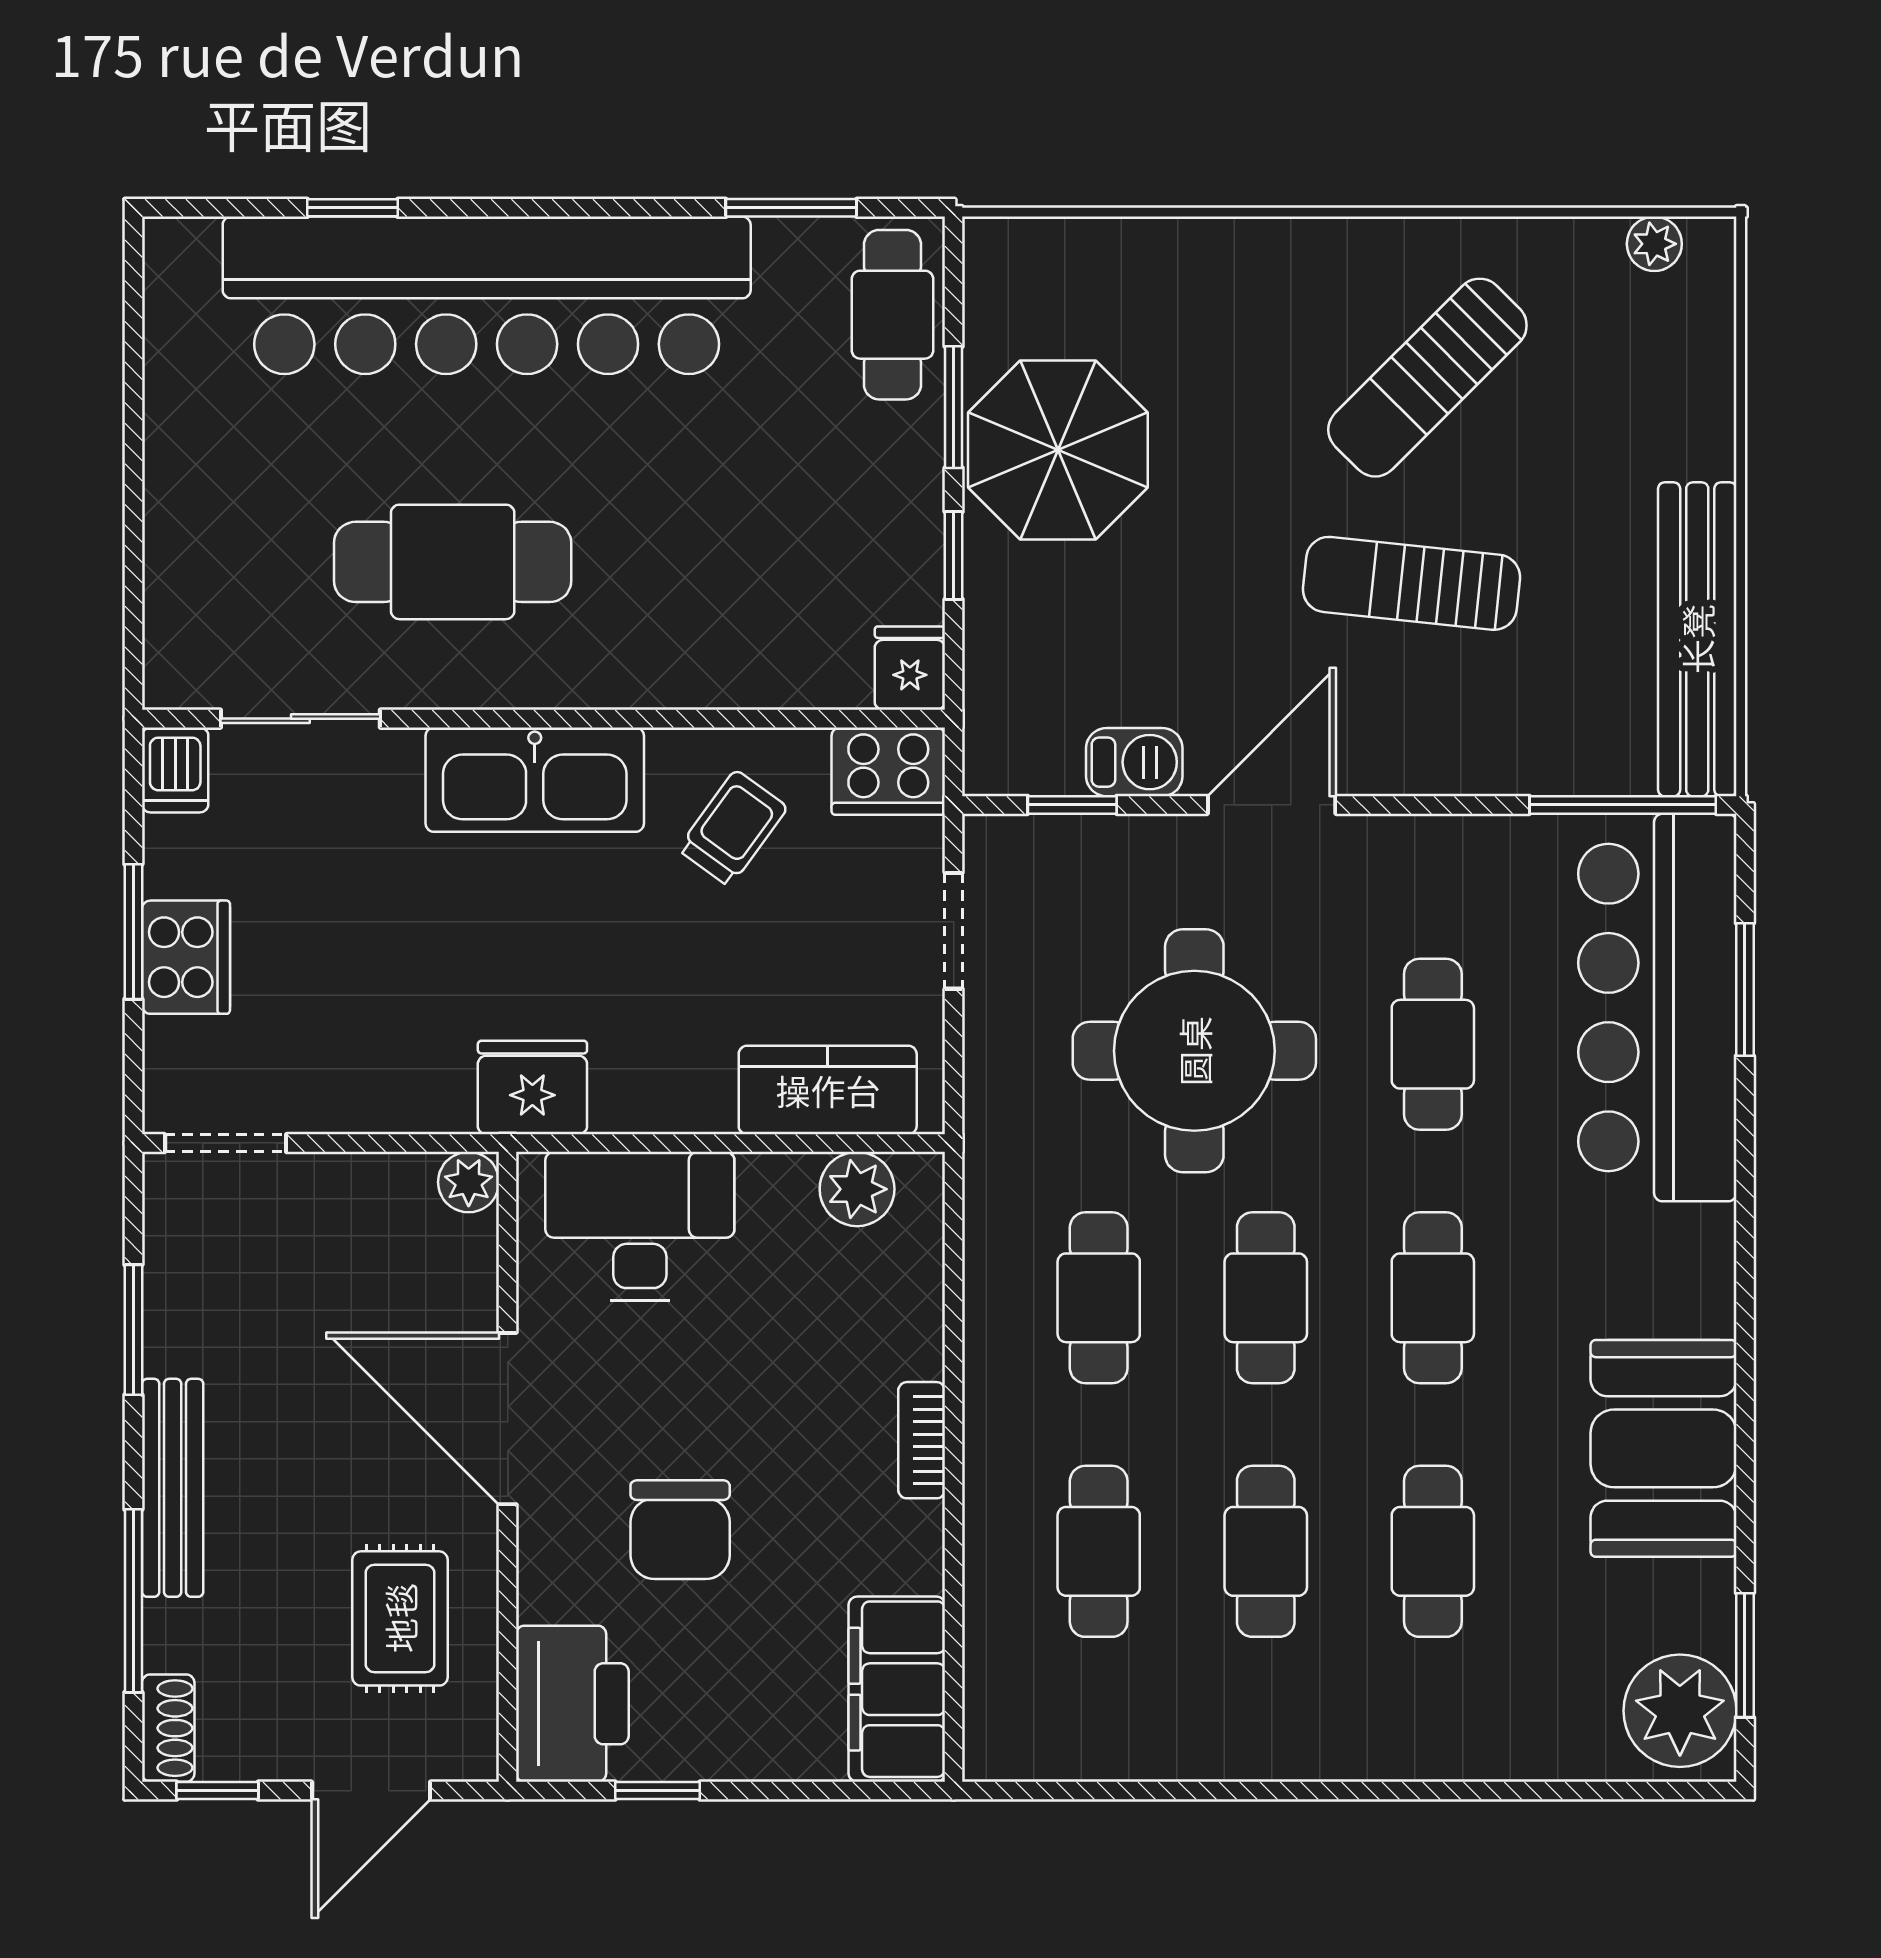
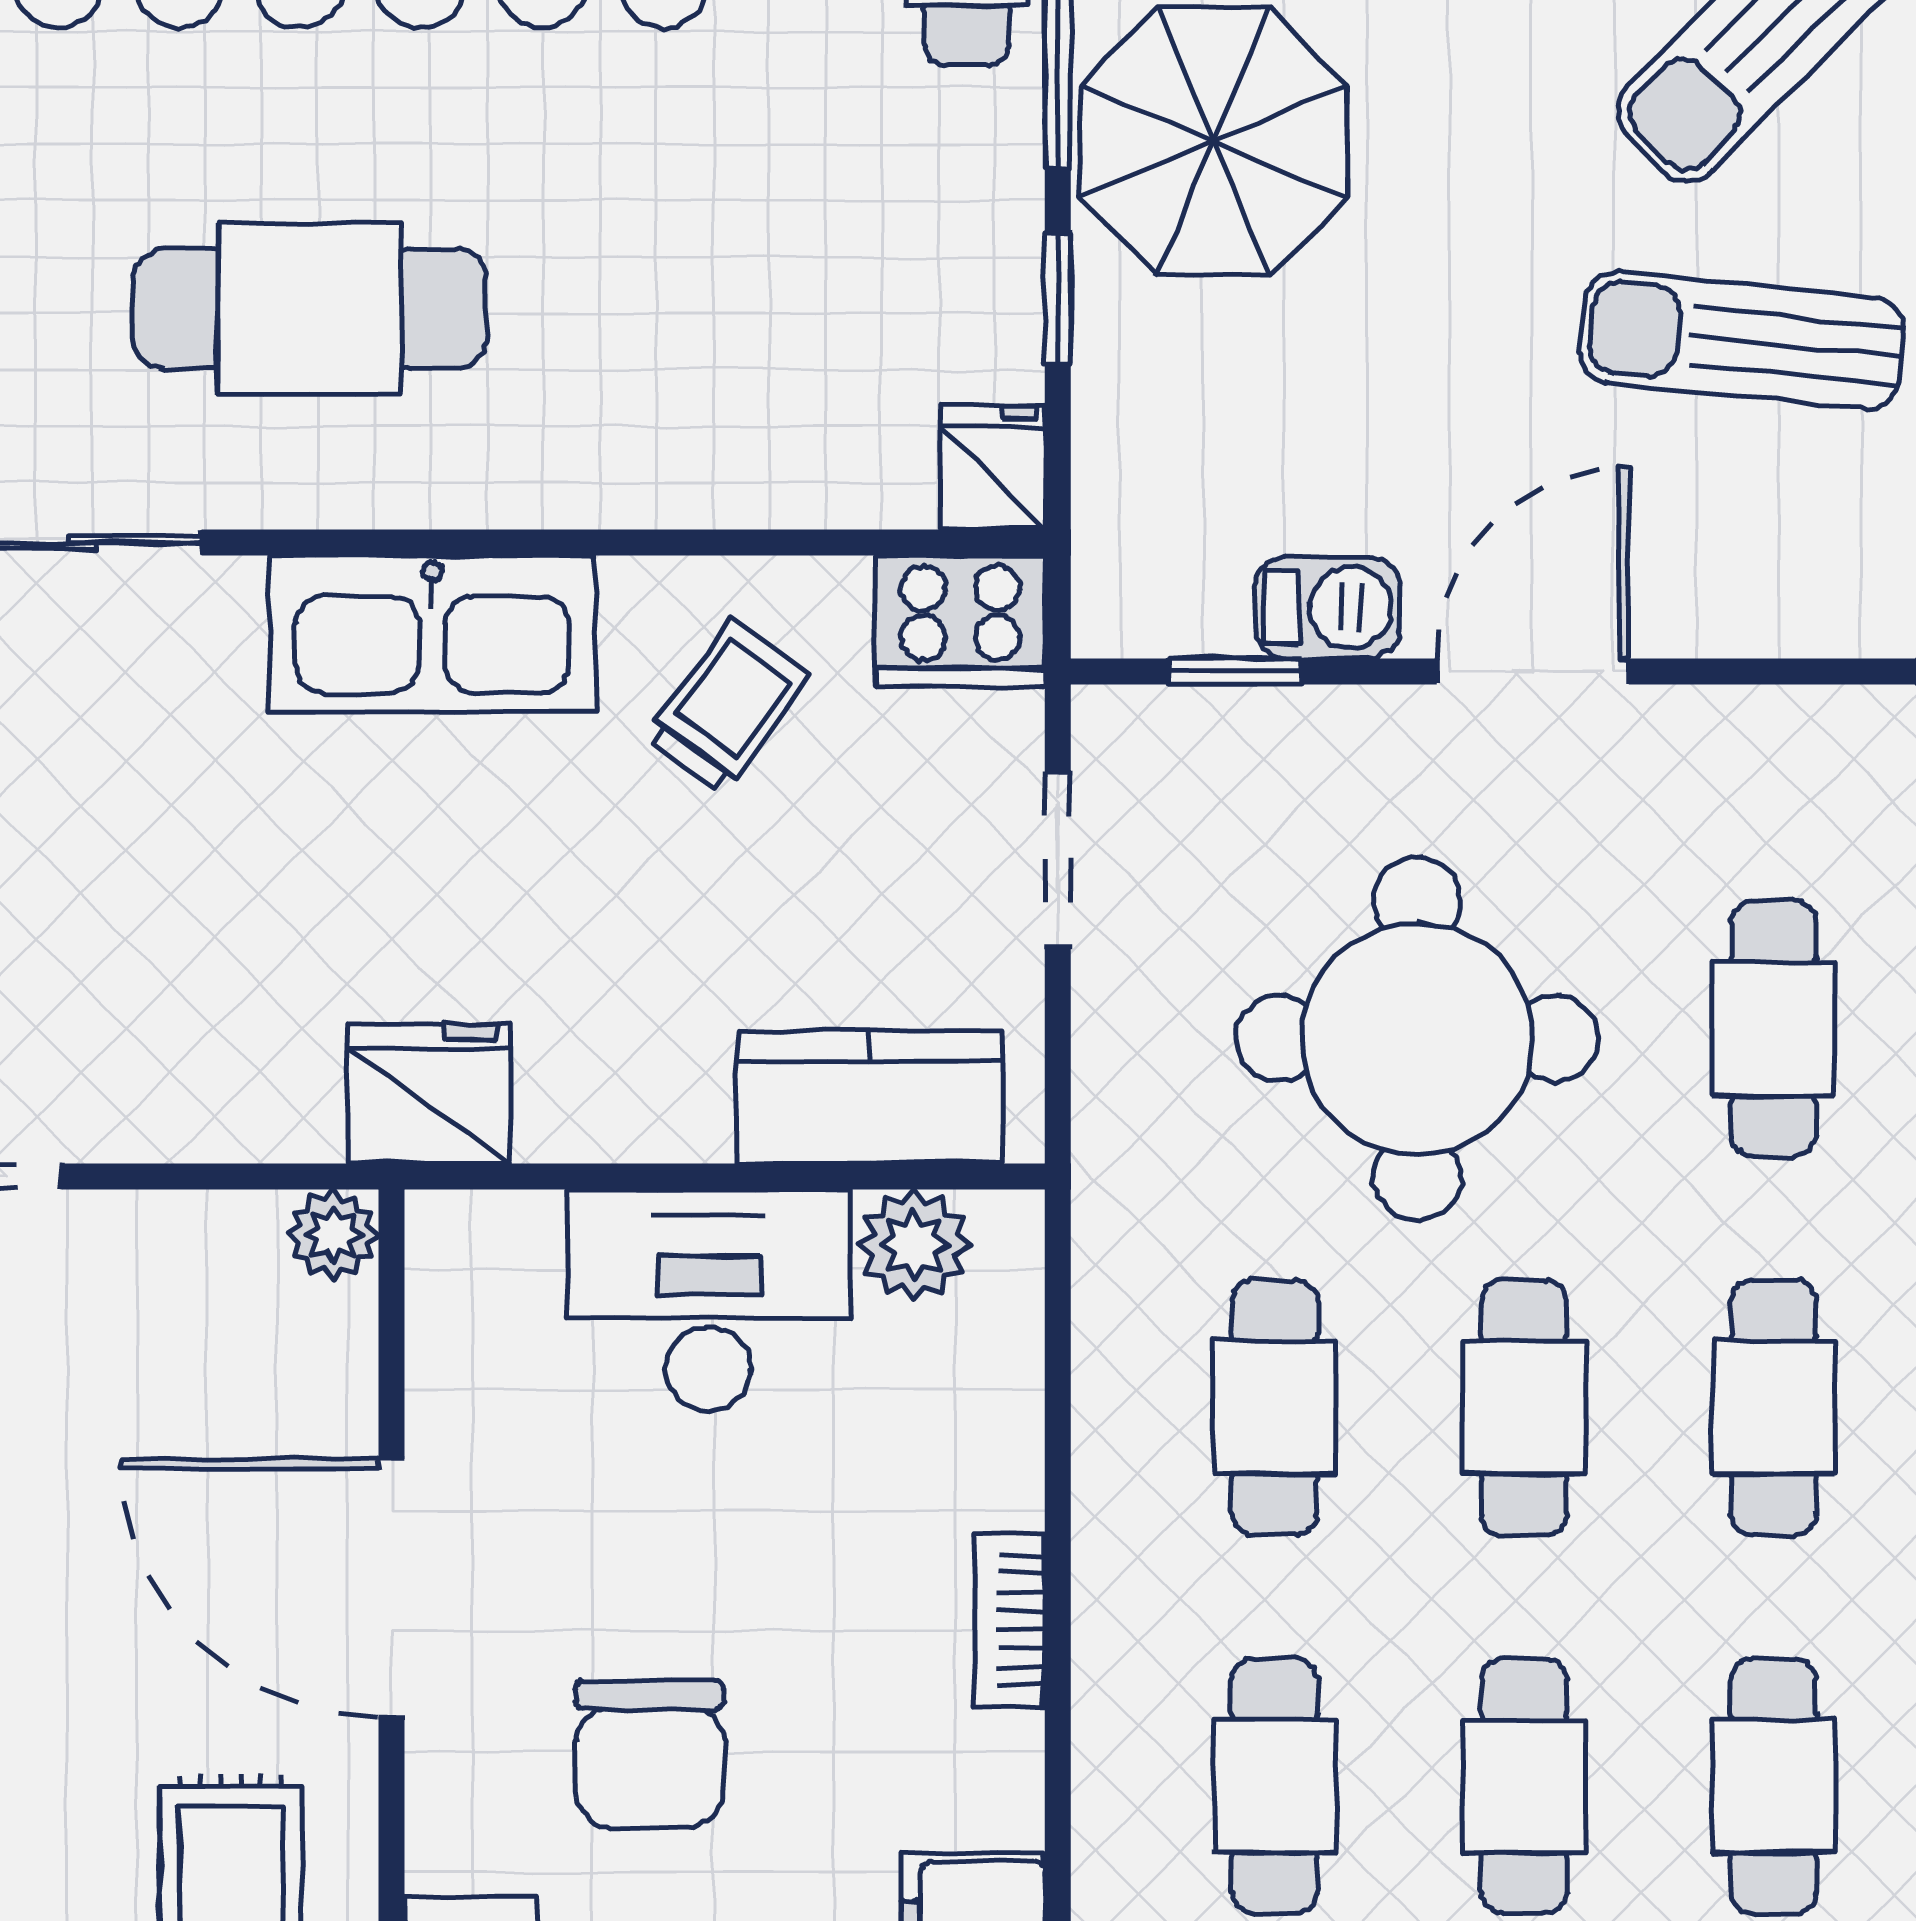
desk: (640, 1226) -> (708, 1300), moved

